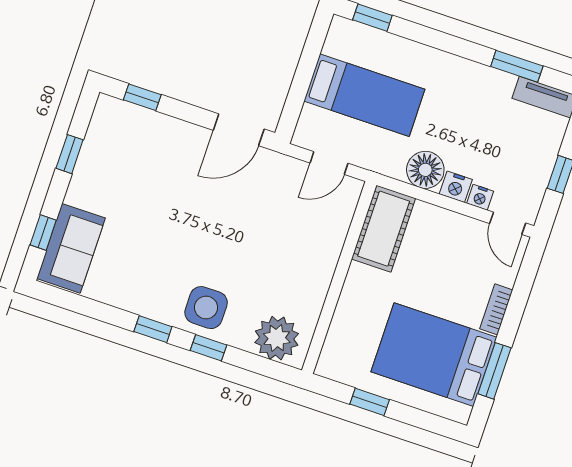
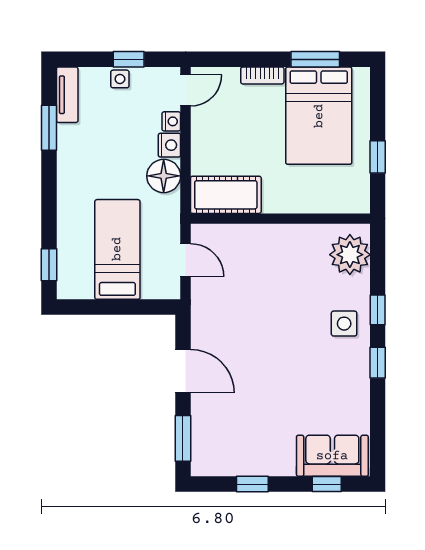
window: (142, 97) -> (183, 438), width x1.50
door: (239, 130) -> (183, 371), moved
side table: (543, 158) -> (120, 79), added
side table: (206, 308) -> (344, 324), width x0.73, depth x0.73

